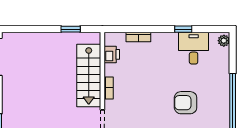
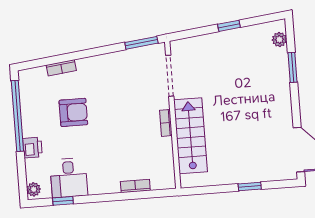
window: (71, 29) -> (250, 187), moved
window: (183, 29) -> (63, 201), moved
printer: (112, 54) -> (32, 148), moved, turned 180

